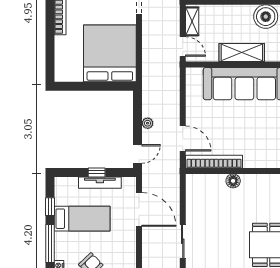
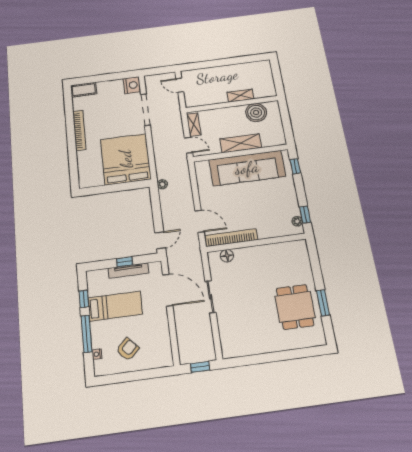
plant: (148, 123) -> (162, 184), moved
floor lamp: (233, 181) -> (227, 256), moved
sliding door: (183, 241) -> (210, 297), moved

